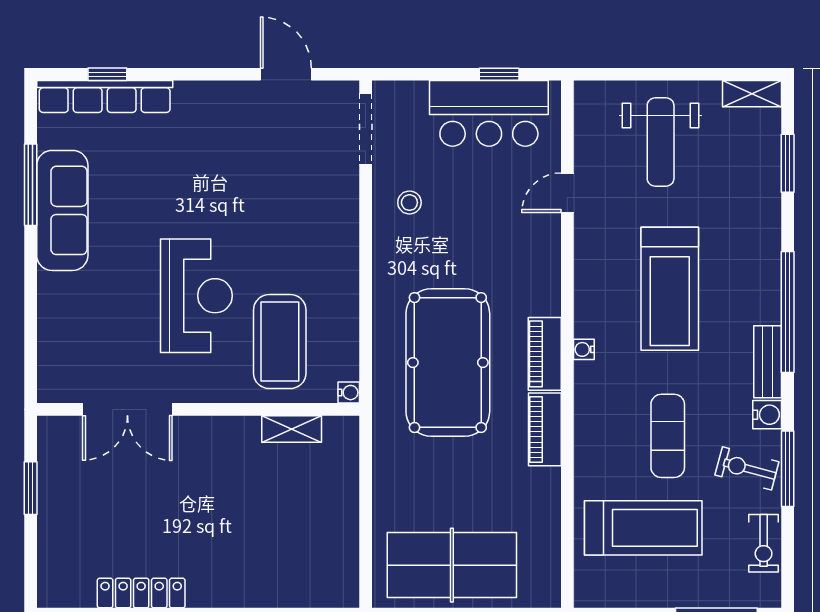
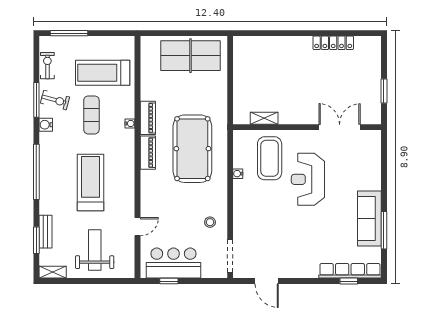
water cooler: (584, 349) -> (130, 124), moved
bench: (768, 362) -> (46, 232), moved
water cooler: (349, 393) -> (238, 174), moved

